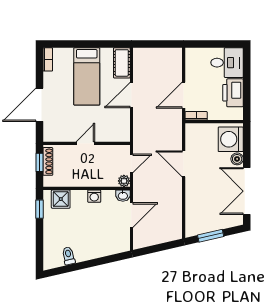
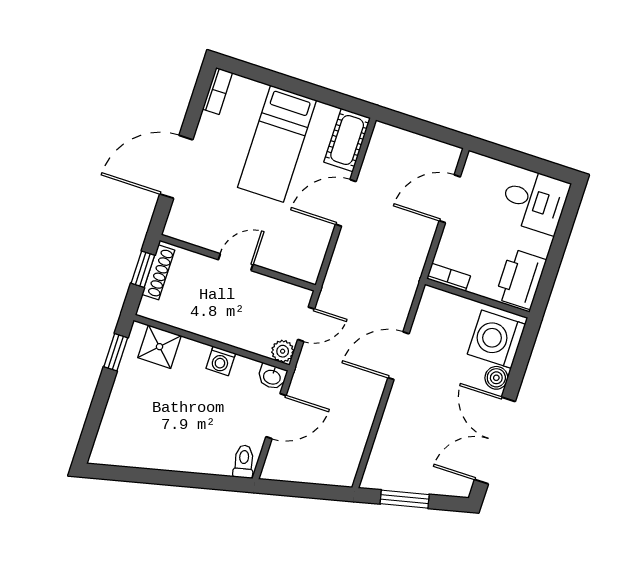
printer: (233, 93) -> (521, 279), moved
door: (184, 95) -> (450, 199), moved
door: (184, 164) -> (398, 356), hinge flipped
toilet: (69, 256) -> (244, 462), moved

